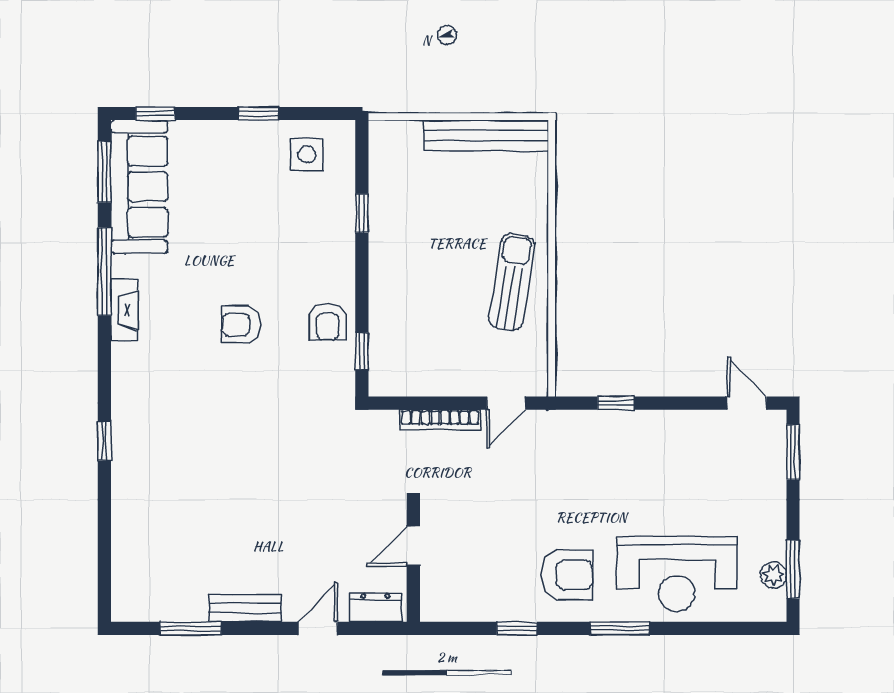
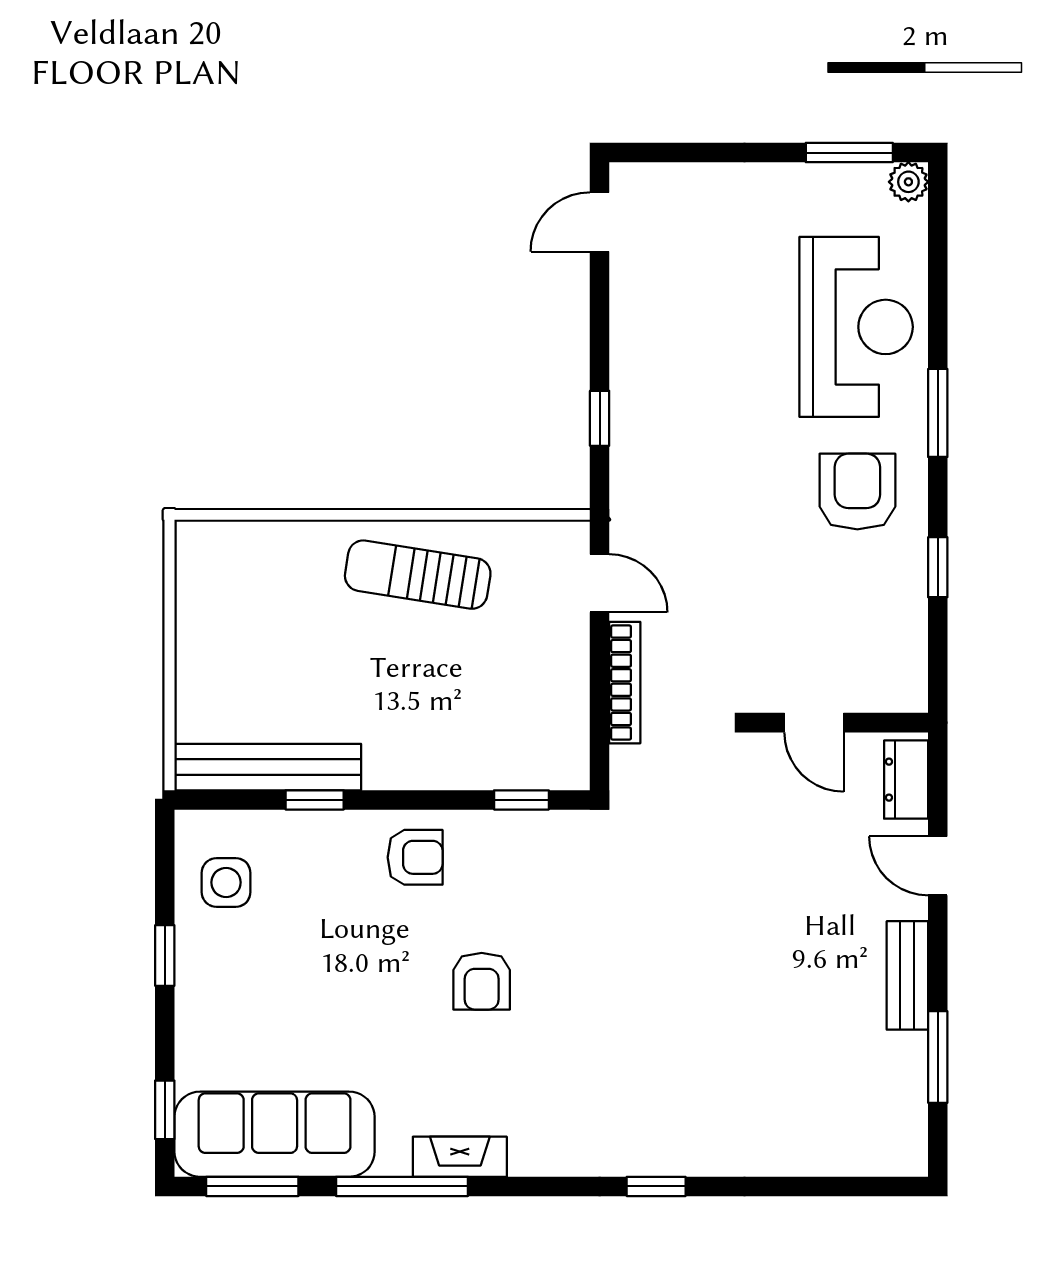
bench: (486, 135) -> (268, 767), moved, turned 90
armchair: (328, 321) -> (415, 857), moved
window: (793, 452) -> (673, 153), removed
plant: (774, 575) -> (908, 182), moved

